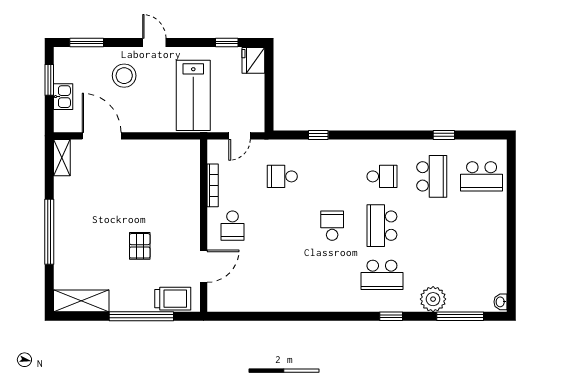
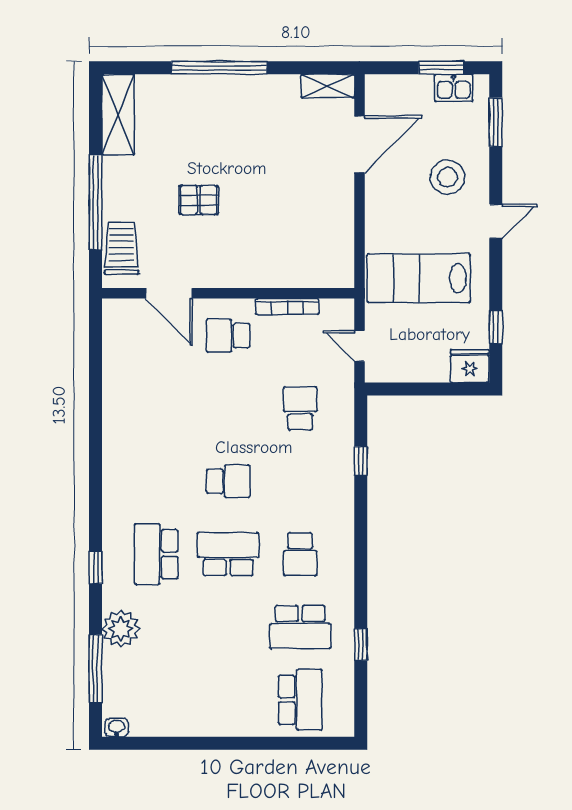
kitchen sink: (63, 97) -> (454, 88), moved
school desk: (482, 176) -> (300, 700), turned 180
trolley: (173, 299) -> (121, 248), turned 180

